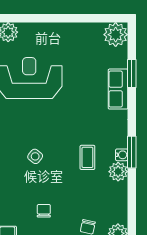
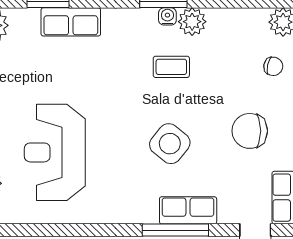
side table: (35, 156) -> (170, 144), width x1.87, depth x1.87
chair: (44, 211) -> (250, 131), width x1.87, depth x1.87

